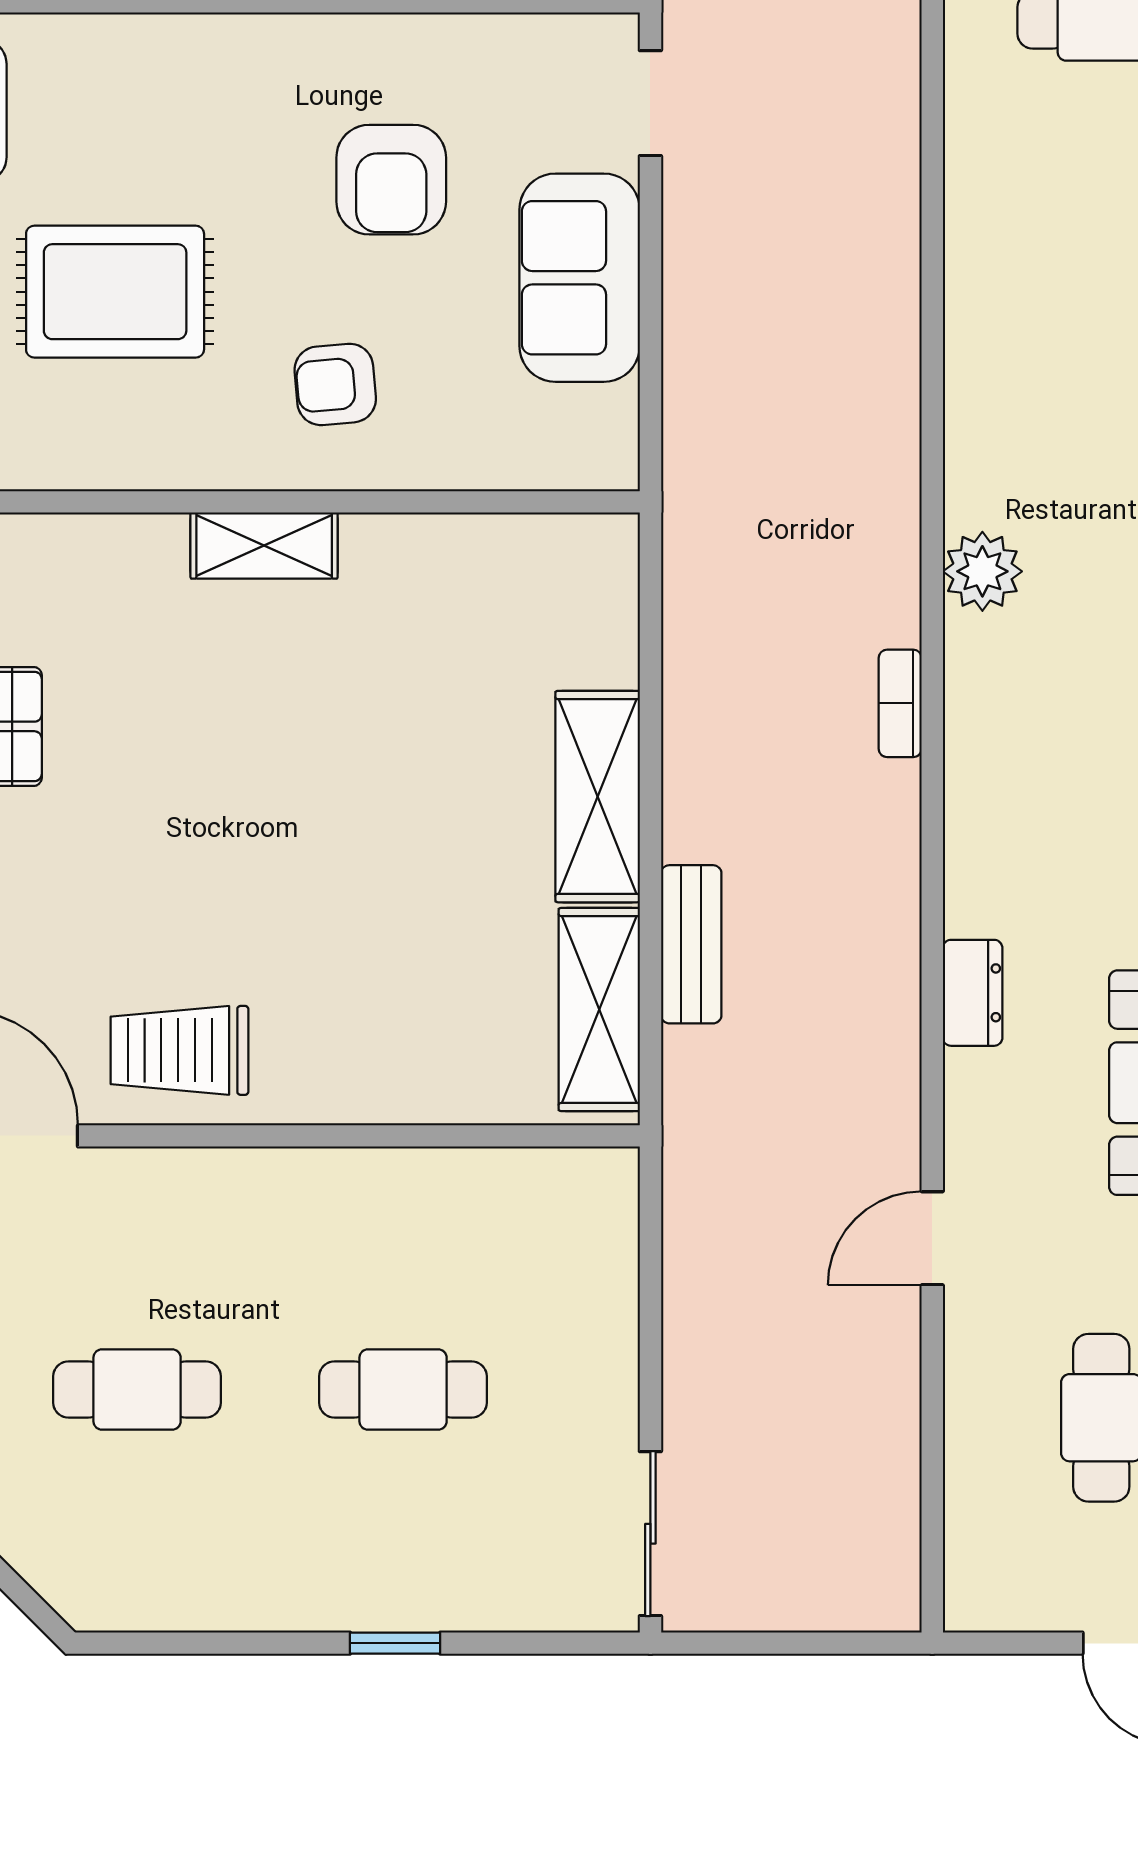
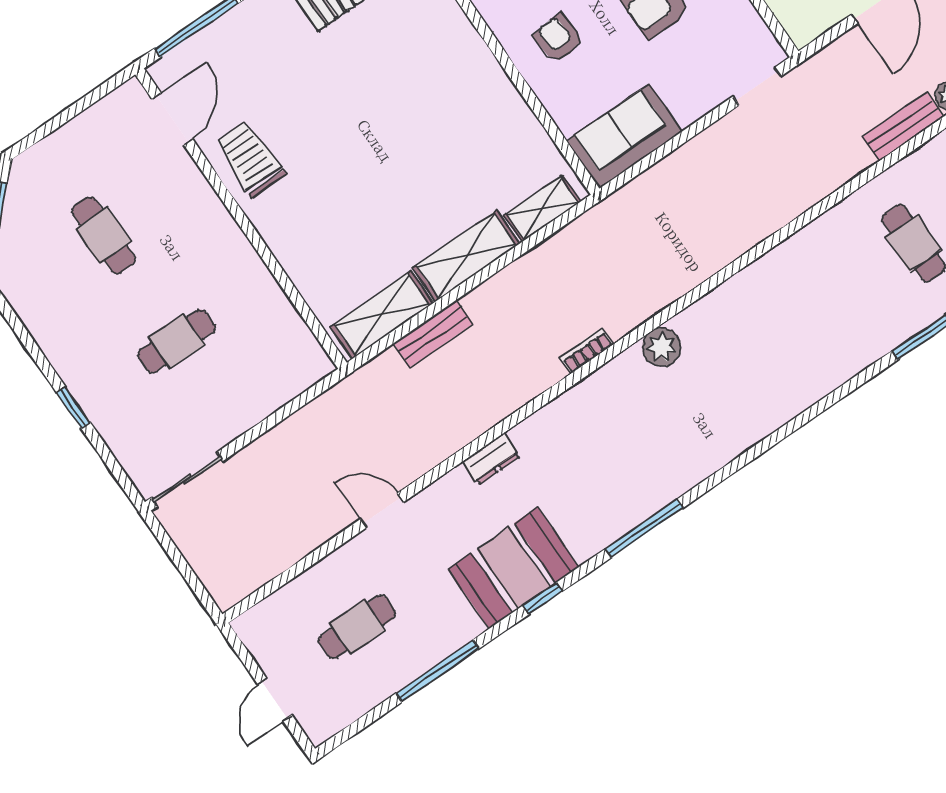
sofa: (580, 278) -> (624, 136), moved
shelving: (264, 546) -> (542, 209), moved, turned 90
cafe table: (403, 1389) -> (177, 341), turned 90

